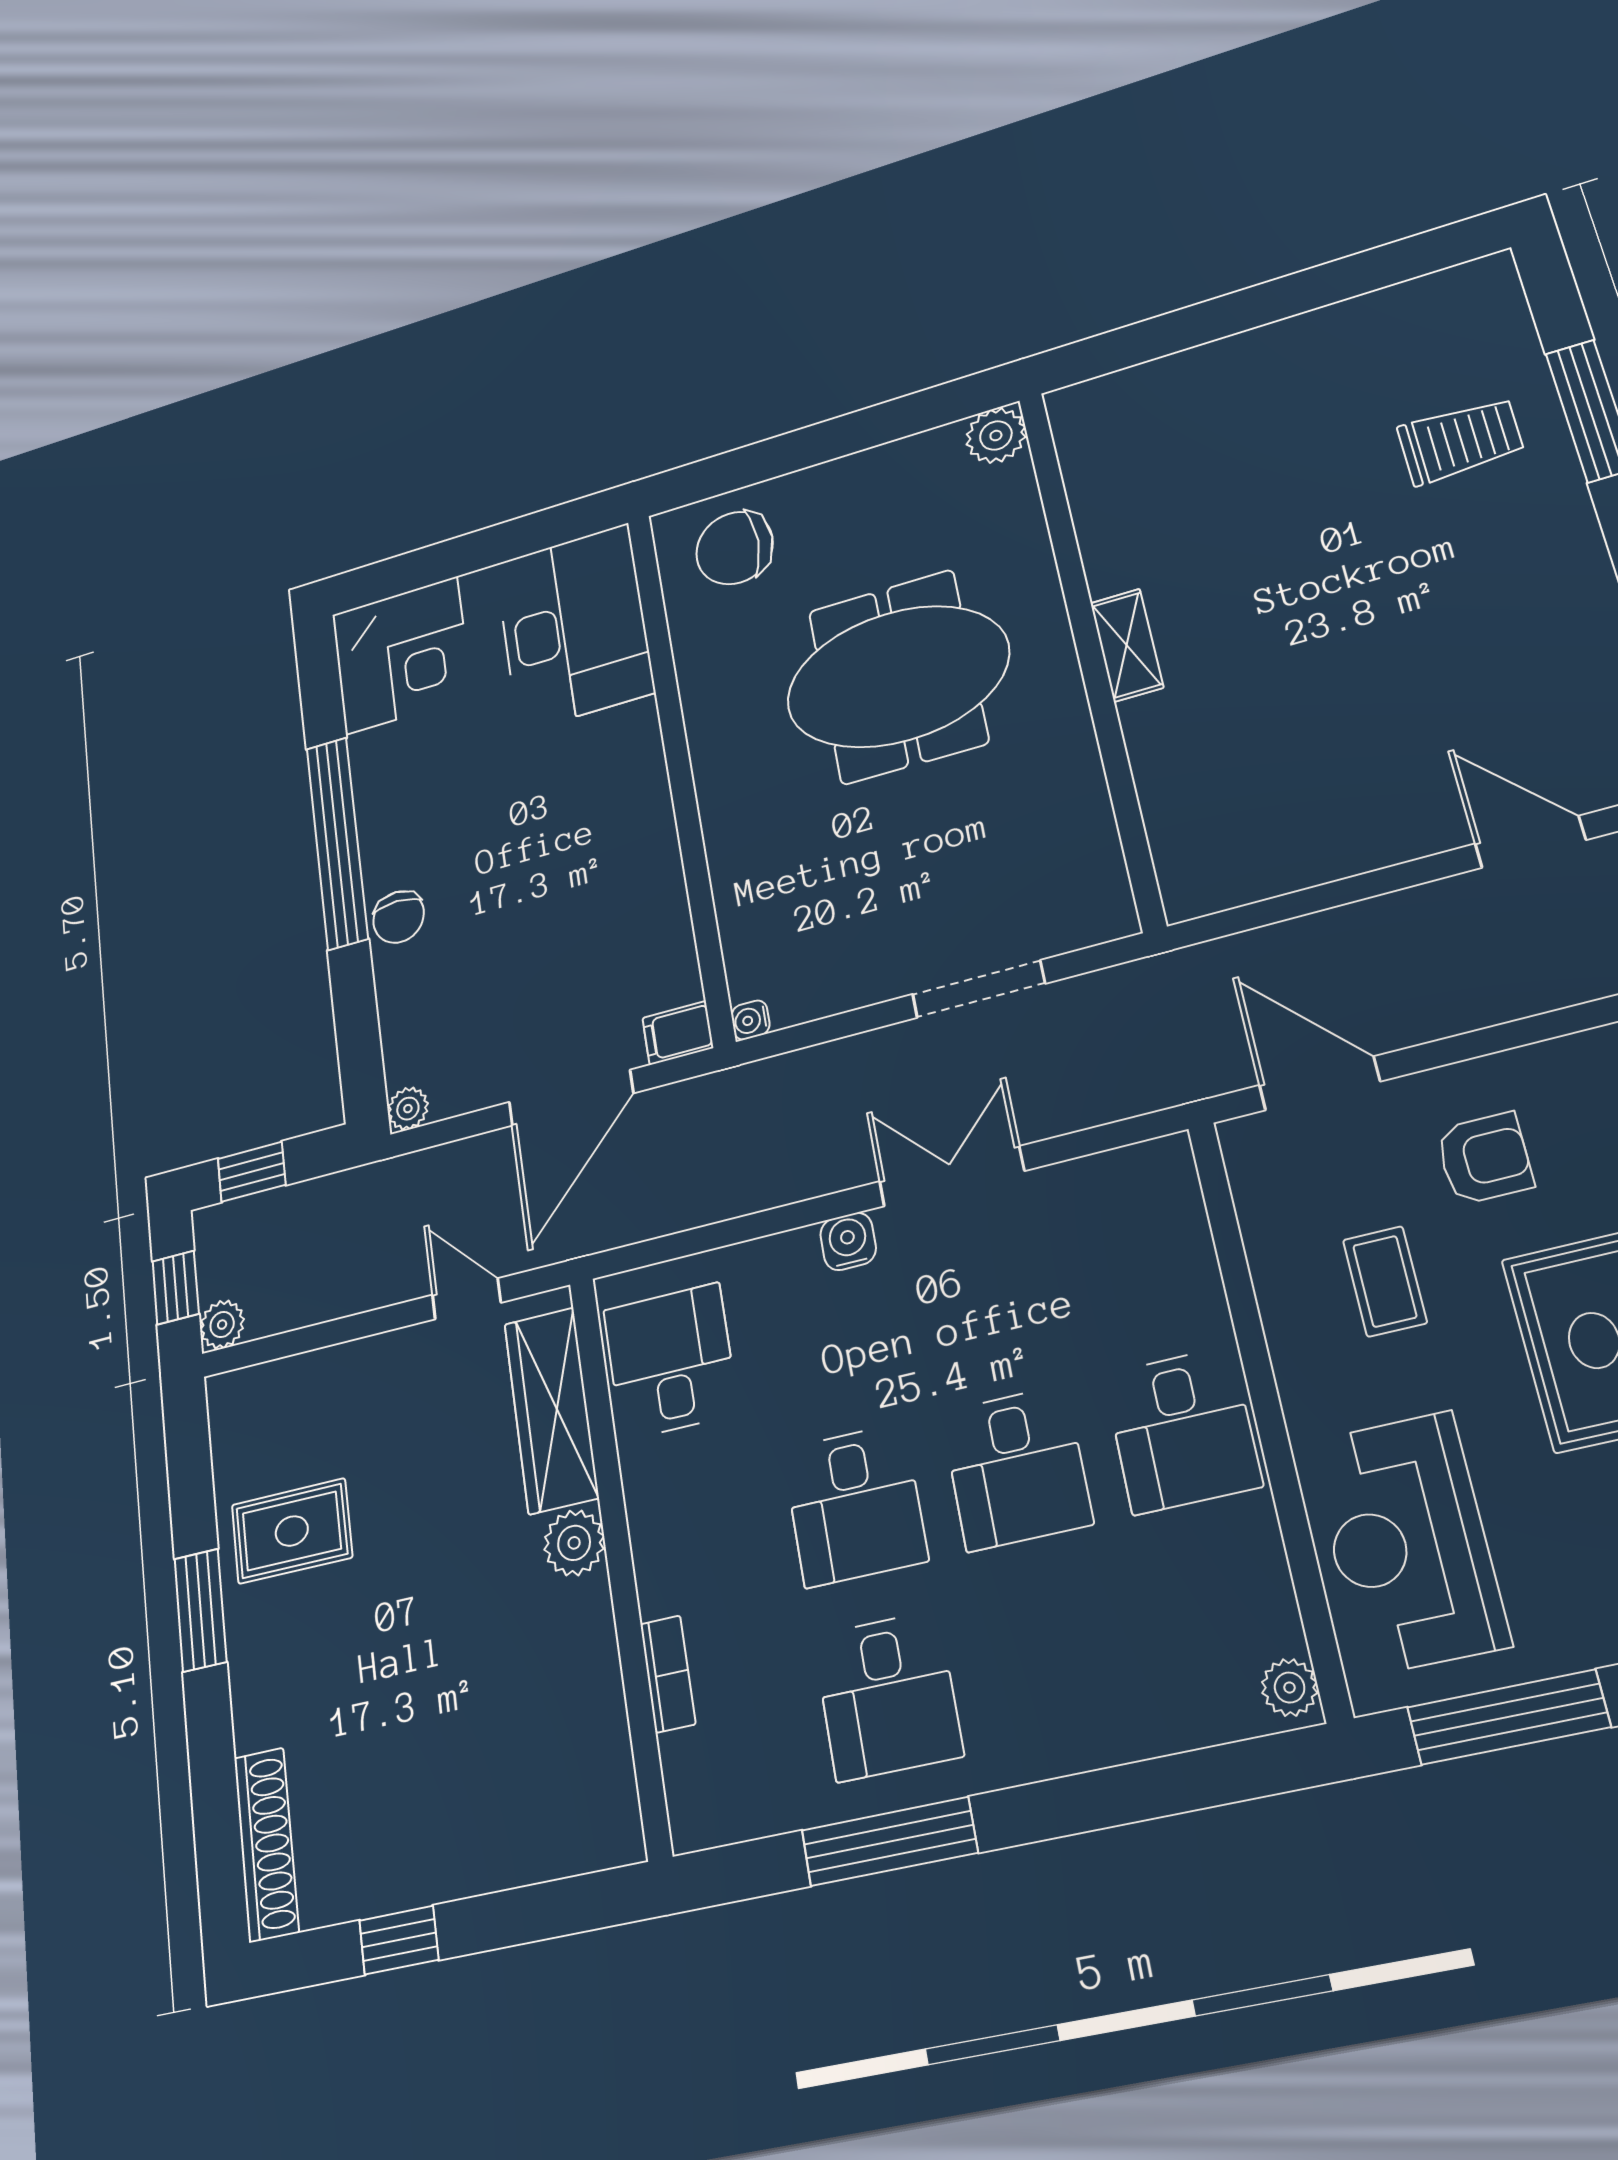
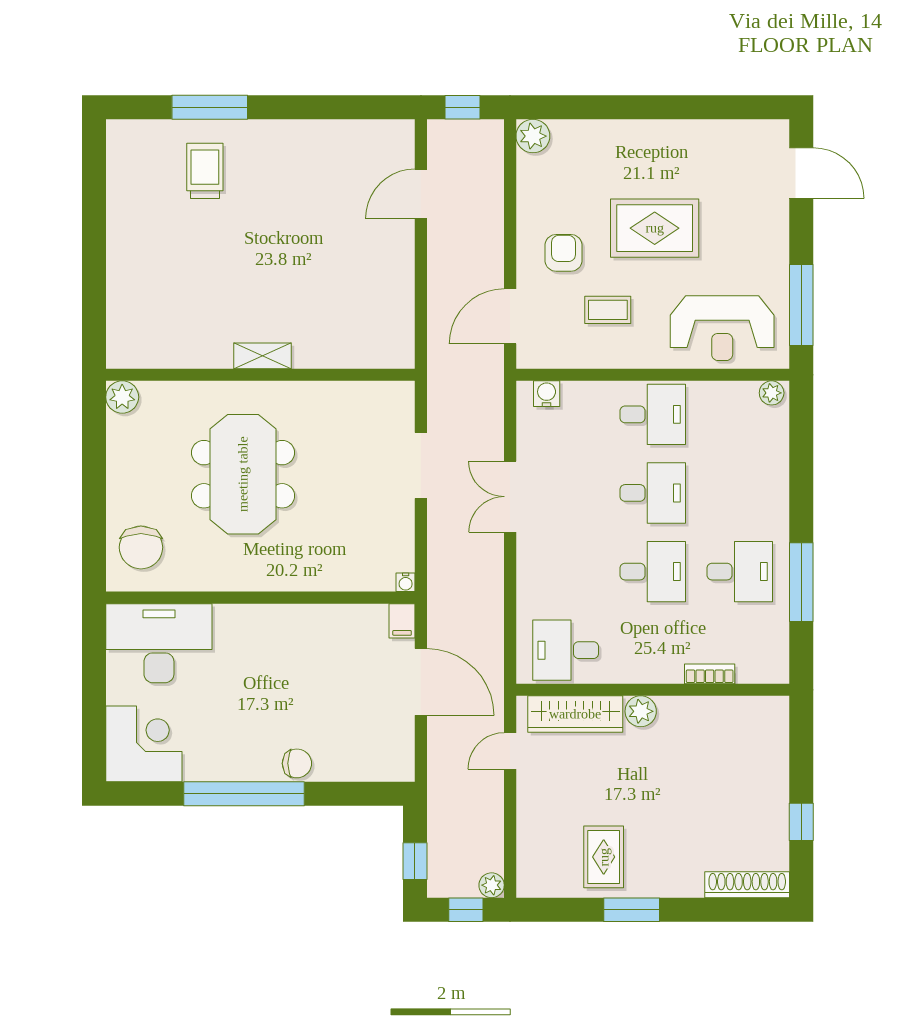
plant: (408, 1109) -> (404, 771), removed
water cooler: (848, 1241) -> (547, 394), moved, turned 90

